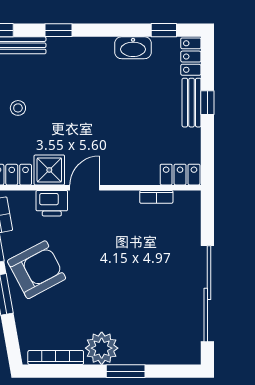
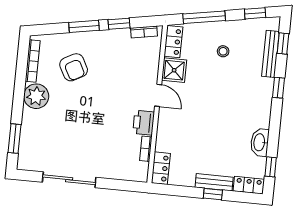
printer: (52, 203) -> (144, 123), moved
armchair: (37, 270) -> (74, 67), moved, width x0.73, depth x0.73
sliding door: (207, 294) -> (69, 180), width x0.73
window: (126, 371) -> (15, 139), moved

